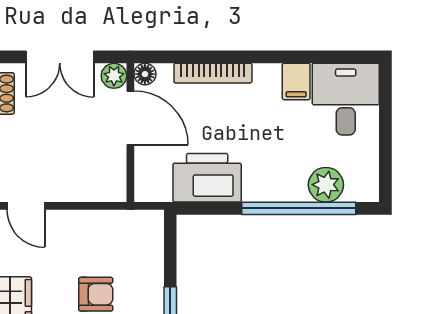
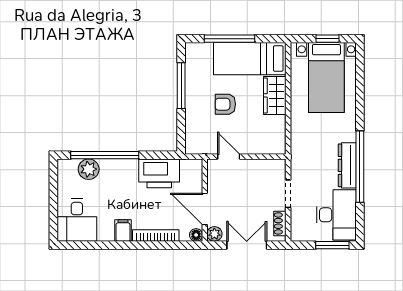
filing cabinet: (296, 81) -> (123, 231), moved
door: (26, 206) -> (229, 157), moved

